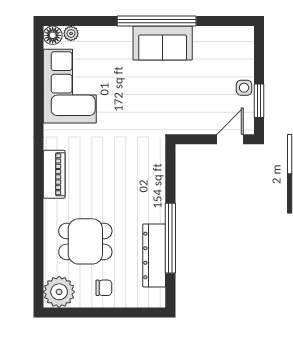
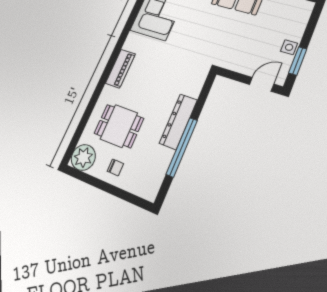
dresser: (154, 255) -> (178, 122), moved

